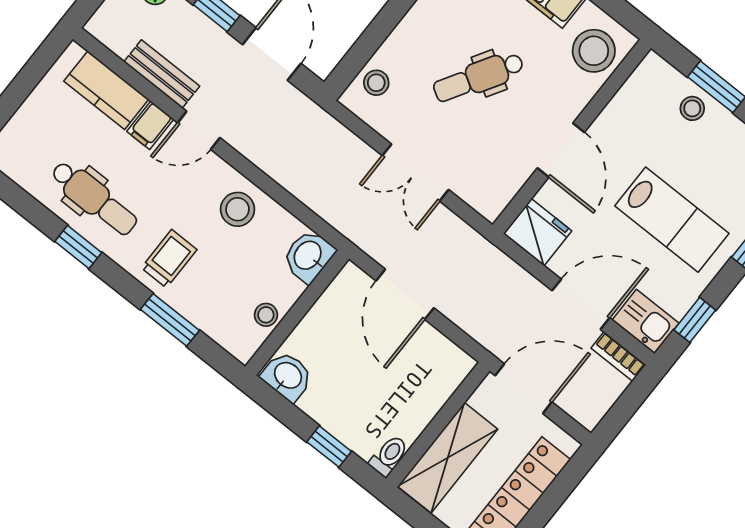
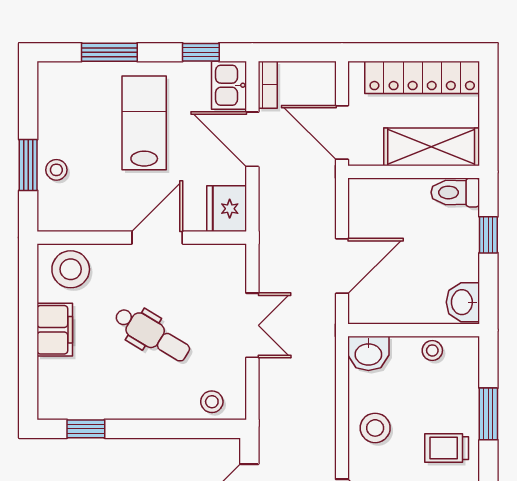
toilet: (389, 456) -> (455, 192), width x1.37, depth x1.39

